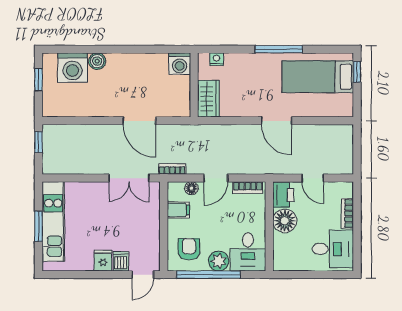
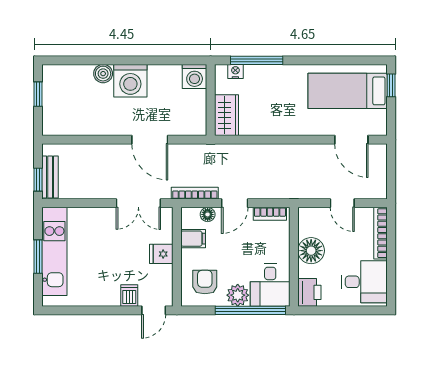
window: (279, 49) -> (257, 60), moved
washing machine: (73, 68) -> (130, 81), moved
door: (276, 121) -> (351, 140), moved
window: (38, 142) -> (38, 180), moved
bench: (49, 154) -> (50, 177), added
bookcase: (172, 169) -> (195, 193), width x1.56
printer: (283, 195) -> (309, 292), moved
bookcase: (347, 213) -> (381, 233), width x1.56
fridge: (103, 261) -> (161, 254), moved, turned -90
window: (208, 275) -> (250, 310), moved

